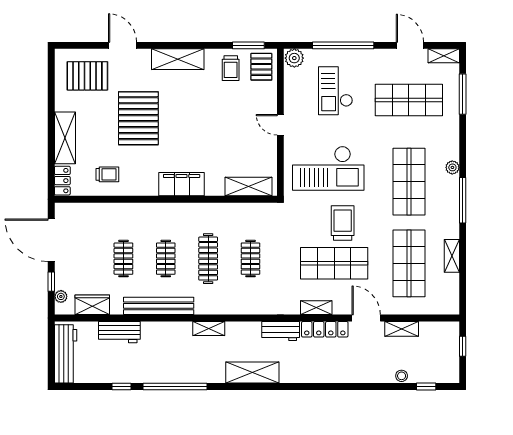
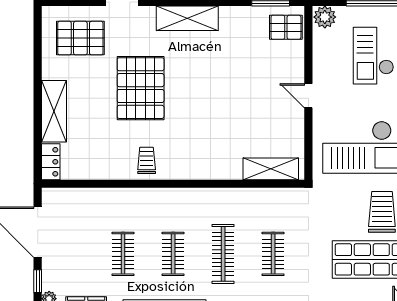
pallet: (261, 67) -> (286, 27), turned 90
trolley: (231, 68) -> (250, 29), removed
trolley: (107, 174) -> (147, 160), moved, turned -90
filing cabinet: (182, 184) -> (192, 166), removed

